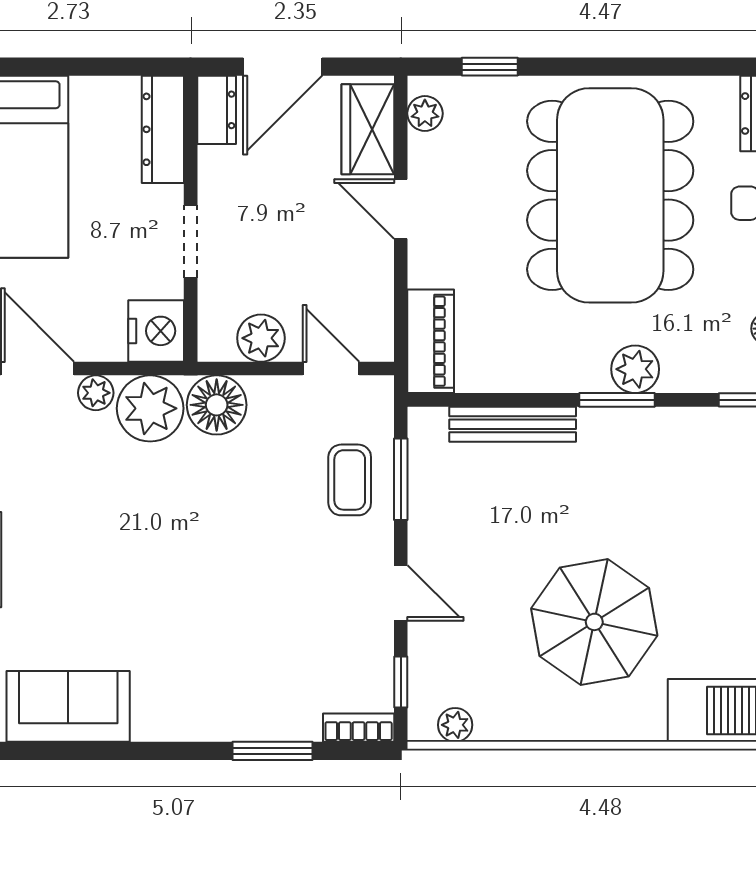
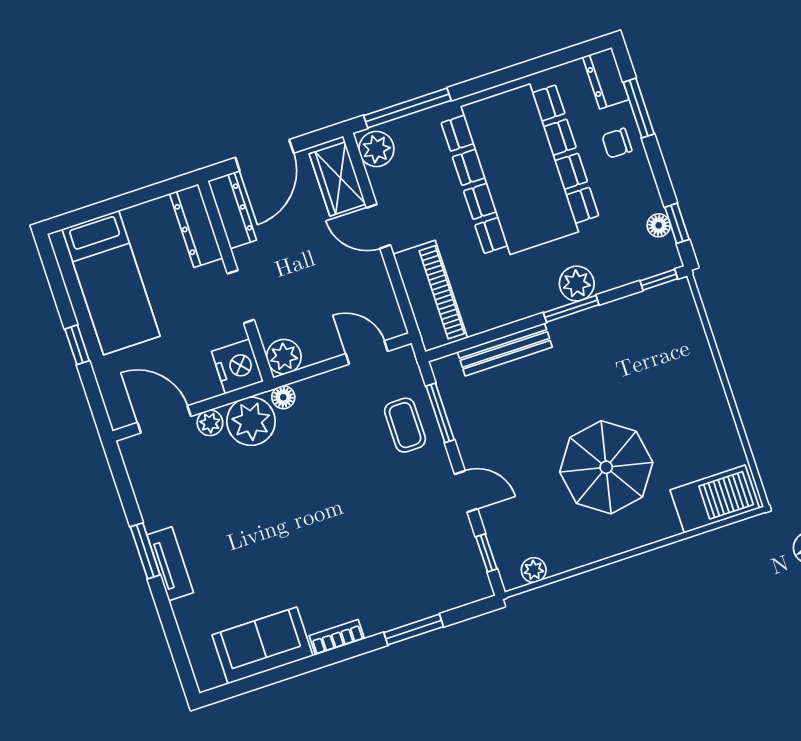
window: (490, 67) -> (407, 108), width x2.17
dresser: (217, 110) -> (232, 210), width x1.44
plant: (425, 113) -> (376, 149), width x1.38, depth x1.38
plant: (261, 338) -> (284, 357), moved
piano: (431, 341) -> (430, 296), width x1.37, depth x1.33
floor lamp: (217, 405) -> (283, 397), width x0.53, depth x0.53
bookcase: (359, 728) -> (337, 637), moved

